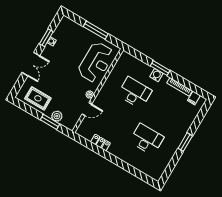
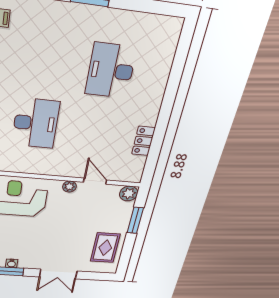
double door: (31, 64) -> (58, 274), swing flipped
desk: (135, 93) -> (36, 123), turned 180
plant: (57, 116) -> (129, 193), moved

